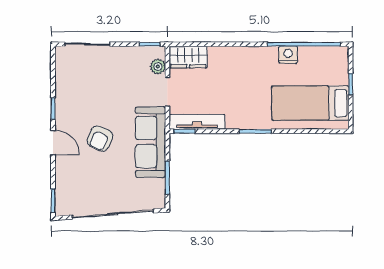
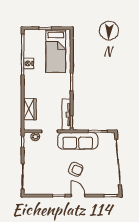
wardrobe: (188, 57) -> (30, 109), moved
door: (53, 143) -> (78, 196), hinge flipped

